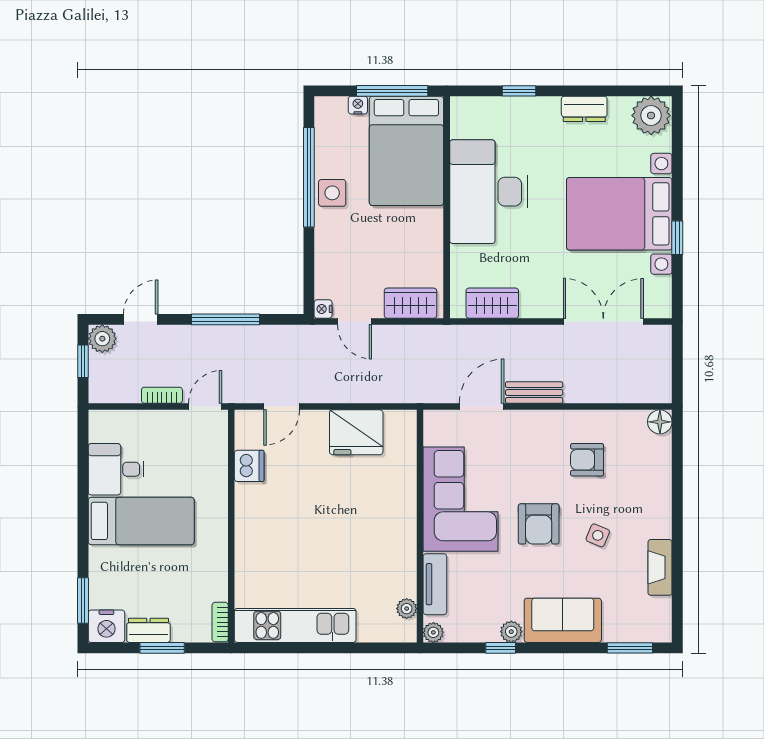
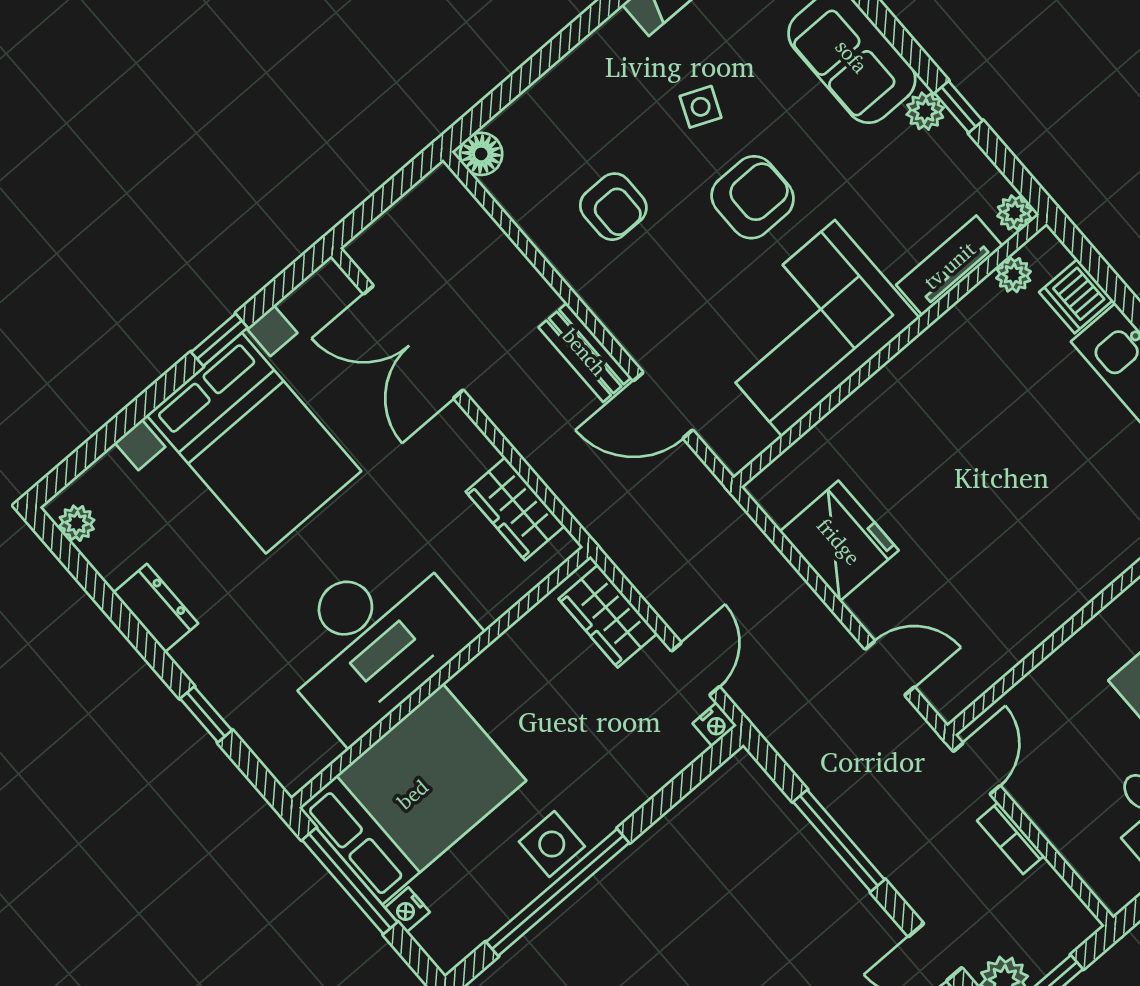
plant: (651, 115) -> (77, 523), width x0.53, depth x0.53
door: (205, 407) -> (977, 769), swing flipped
dishwasher: (249, 466) -> (1076, 296), moved, turned -90

